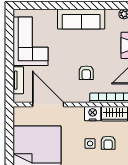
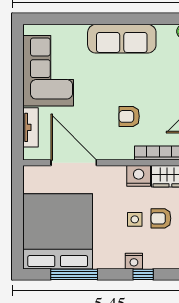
armchair: (86, 73) -> (129, 116), turned 90
armchair: (108, 143) -> (161, 218), turned 90

